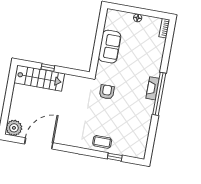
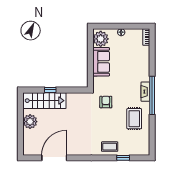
plant: (114, 21) -> (101, 39), added
rug: (135, 116) -> (134, 119), added
plant: (14, 128) -> (30, 122), moved

